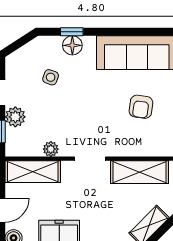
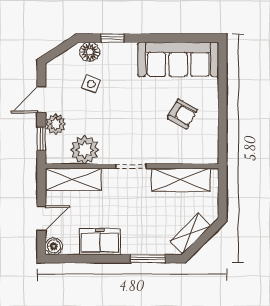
floor lamp: (72, 45) -> (90, 52), moved
armchair: (141, 107) -> (182, 114), turned -69
plant: (51, 149) -> (85, 150), width x1.88, depth x1.88

